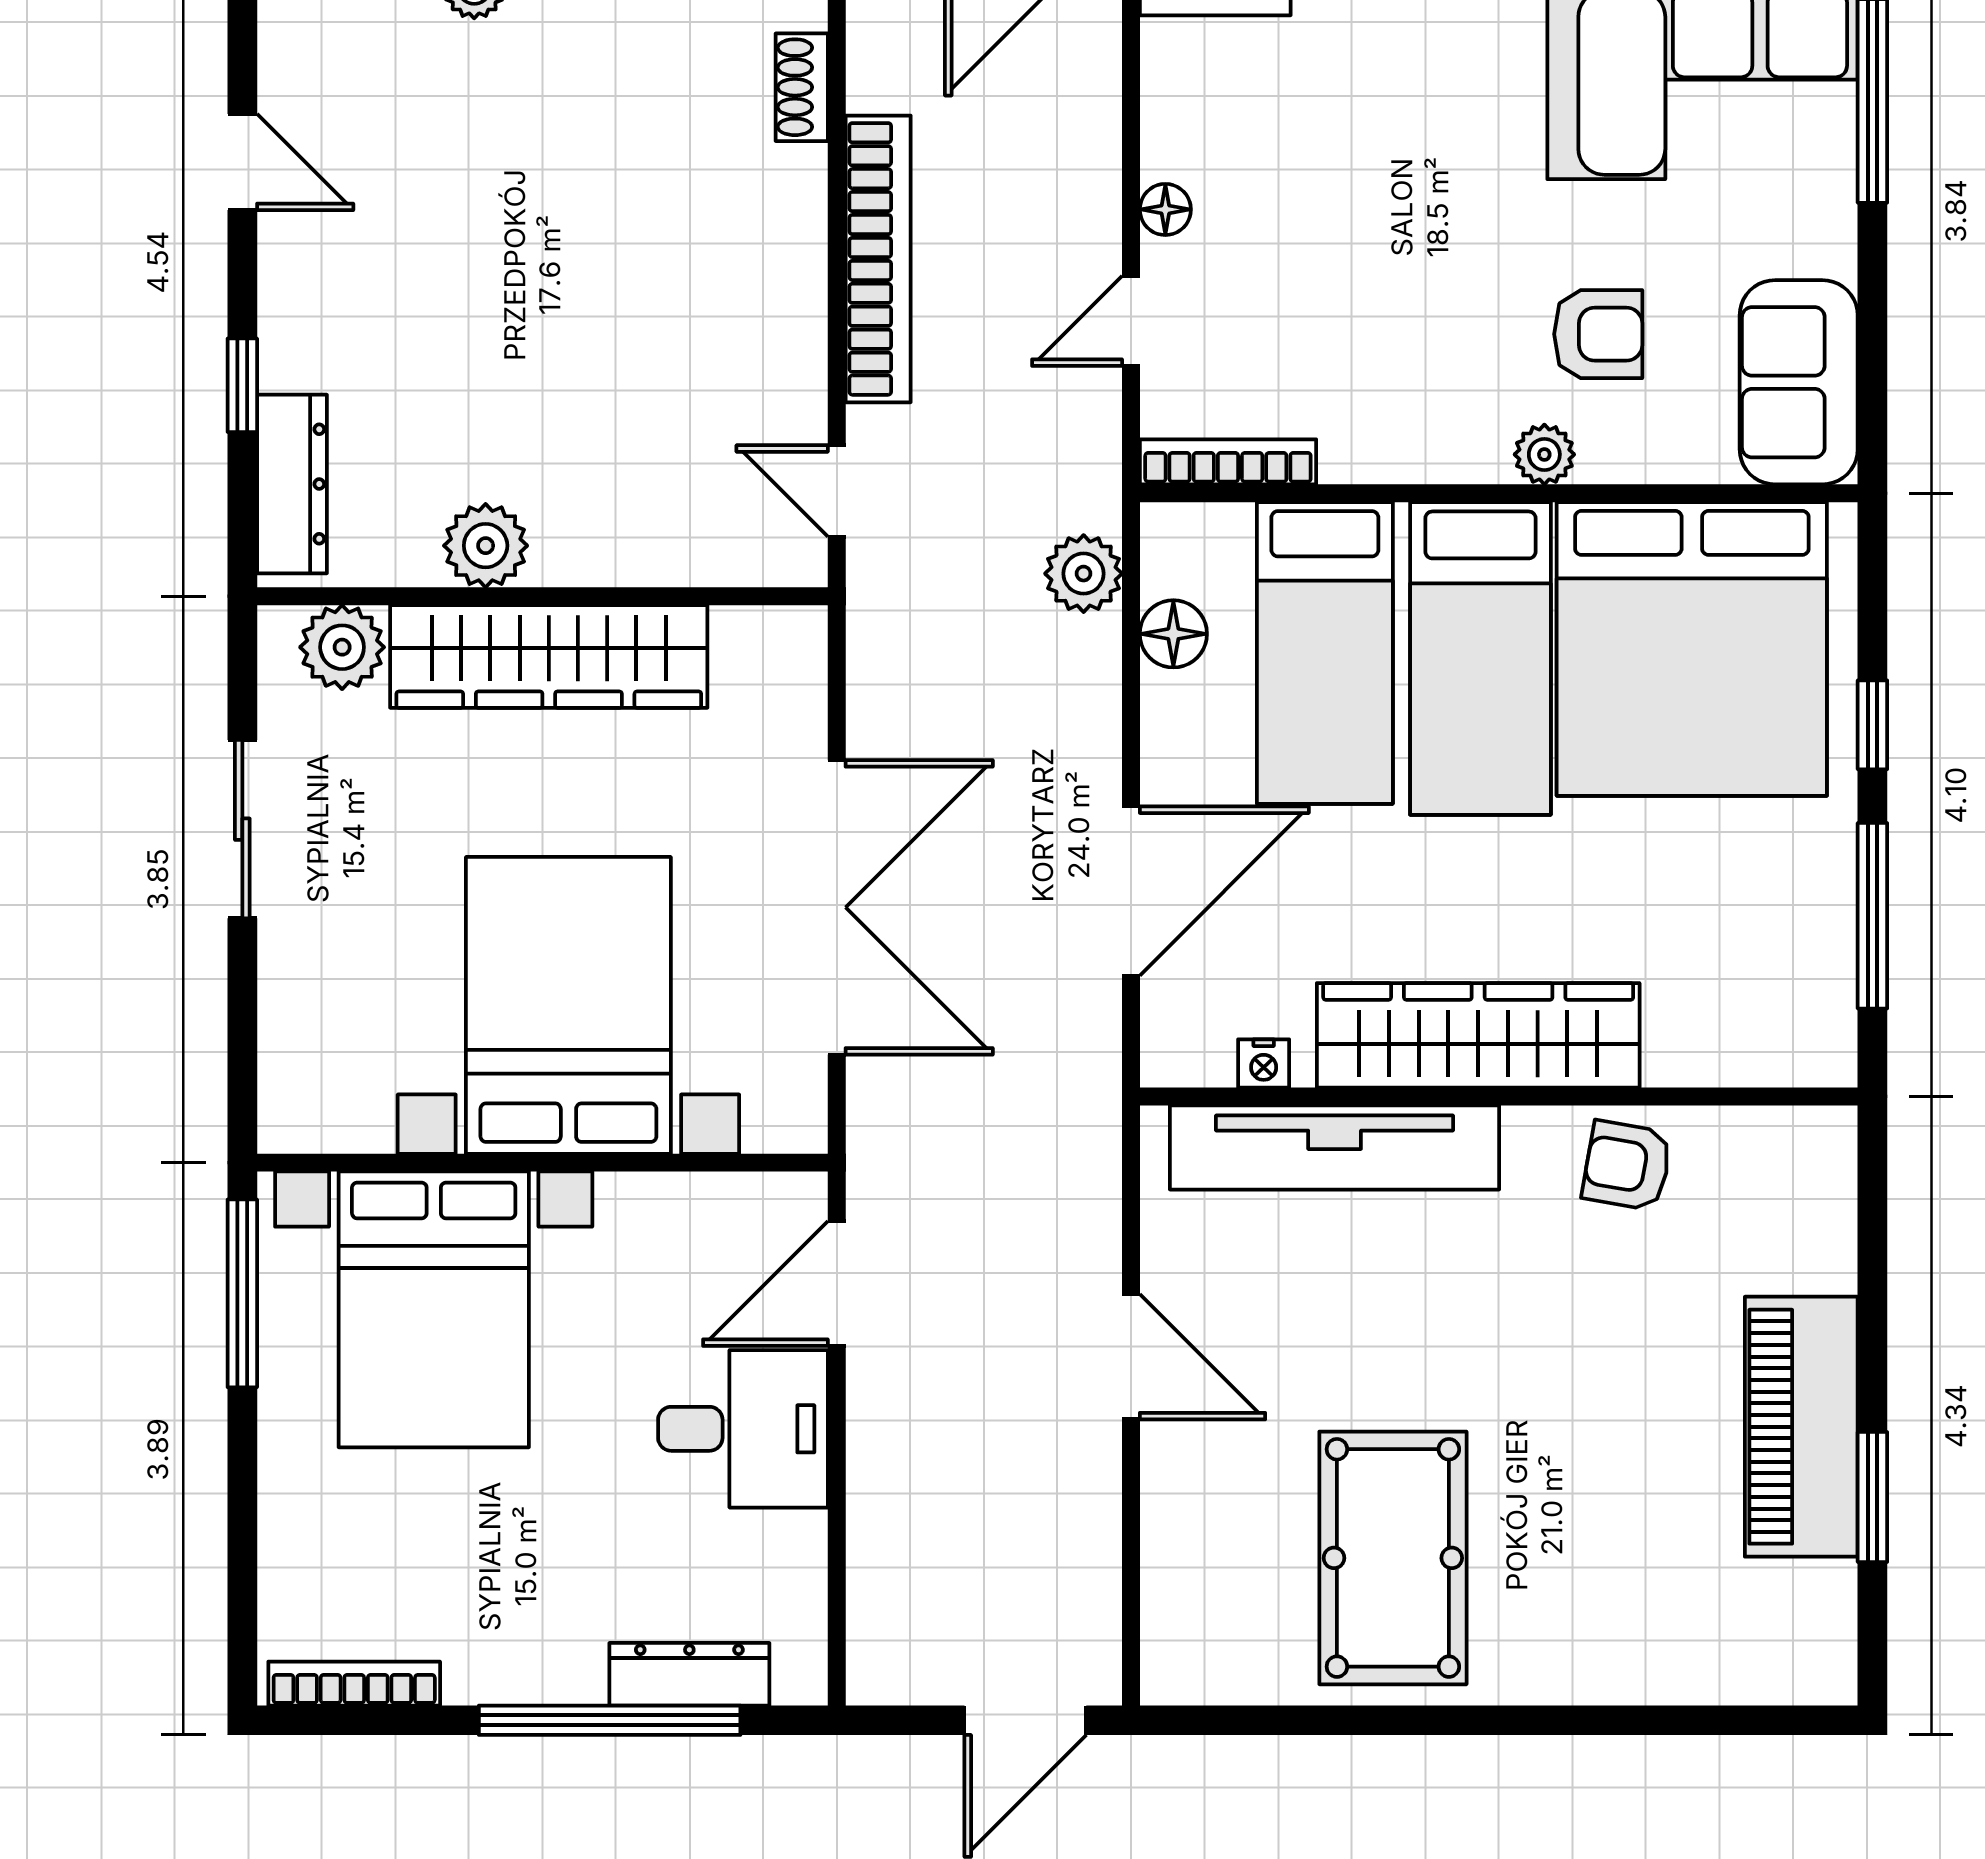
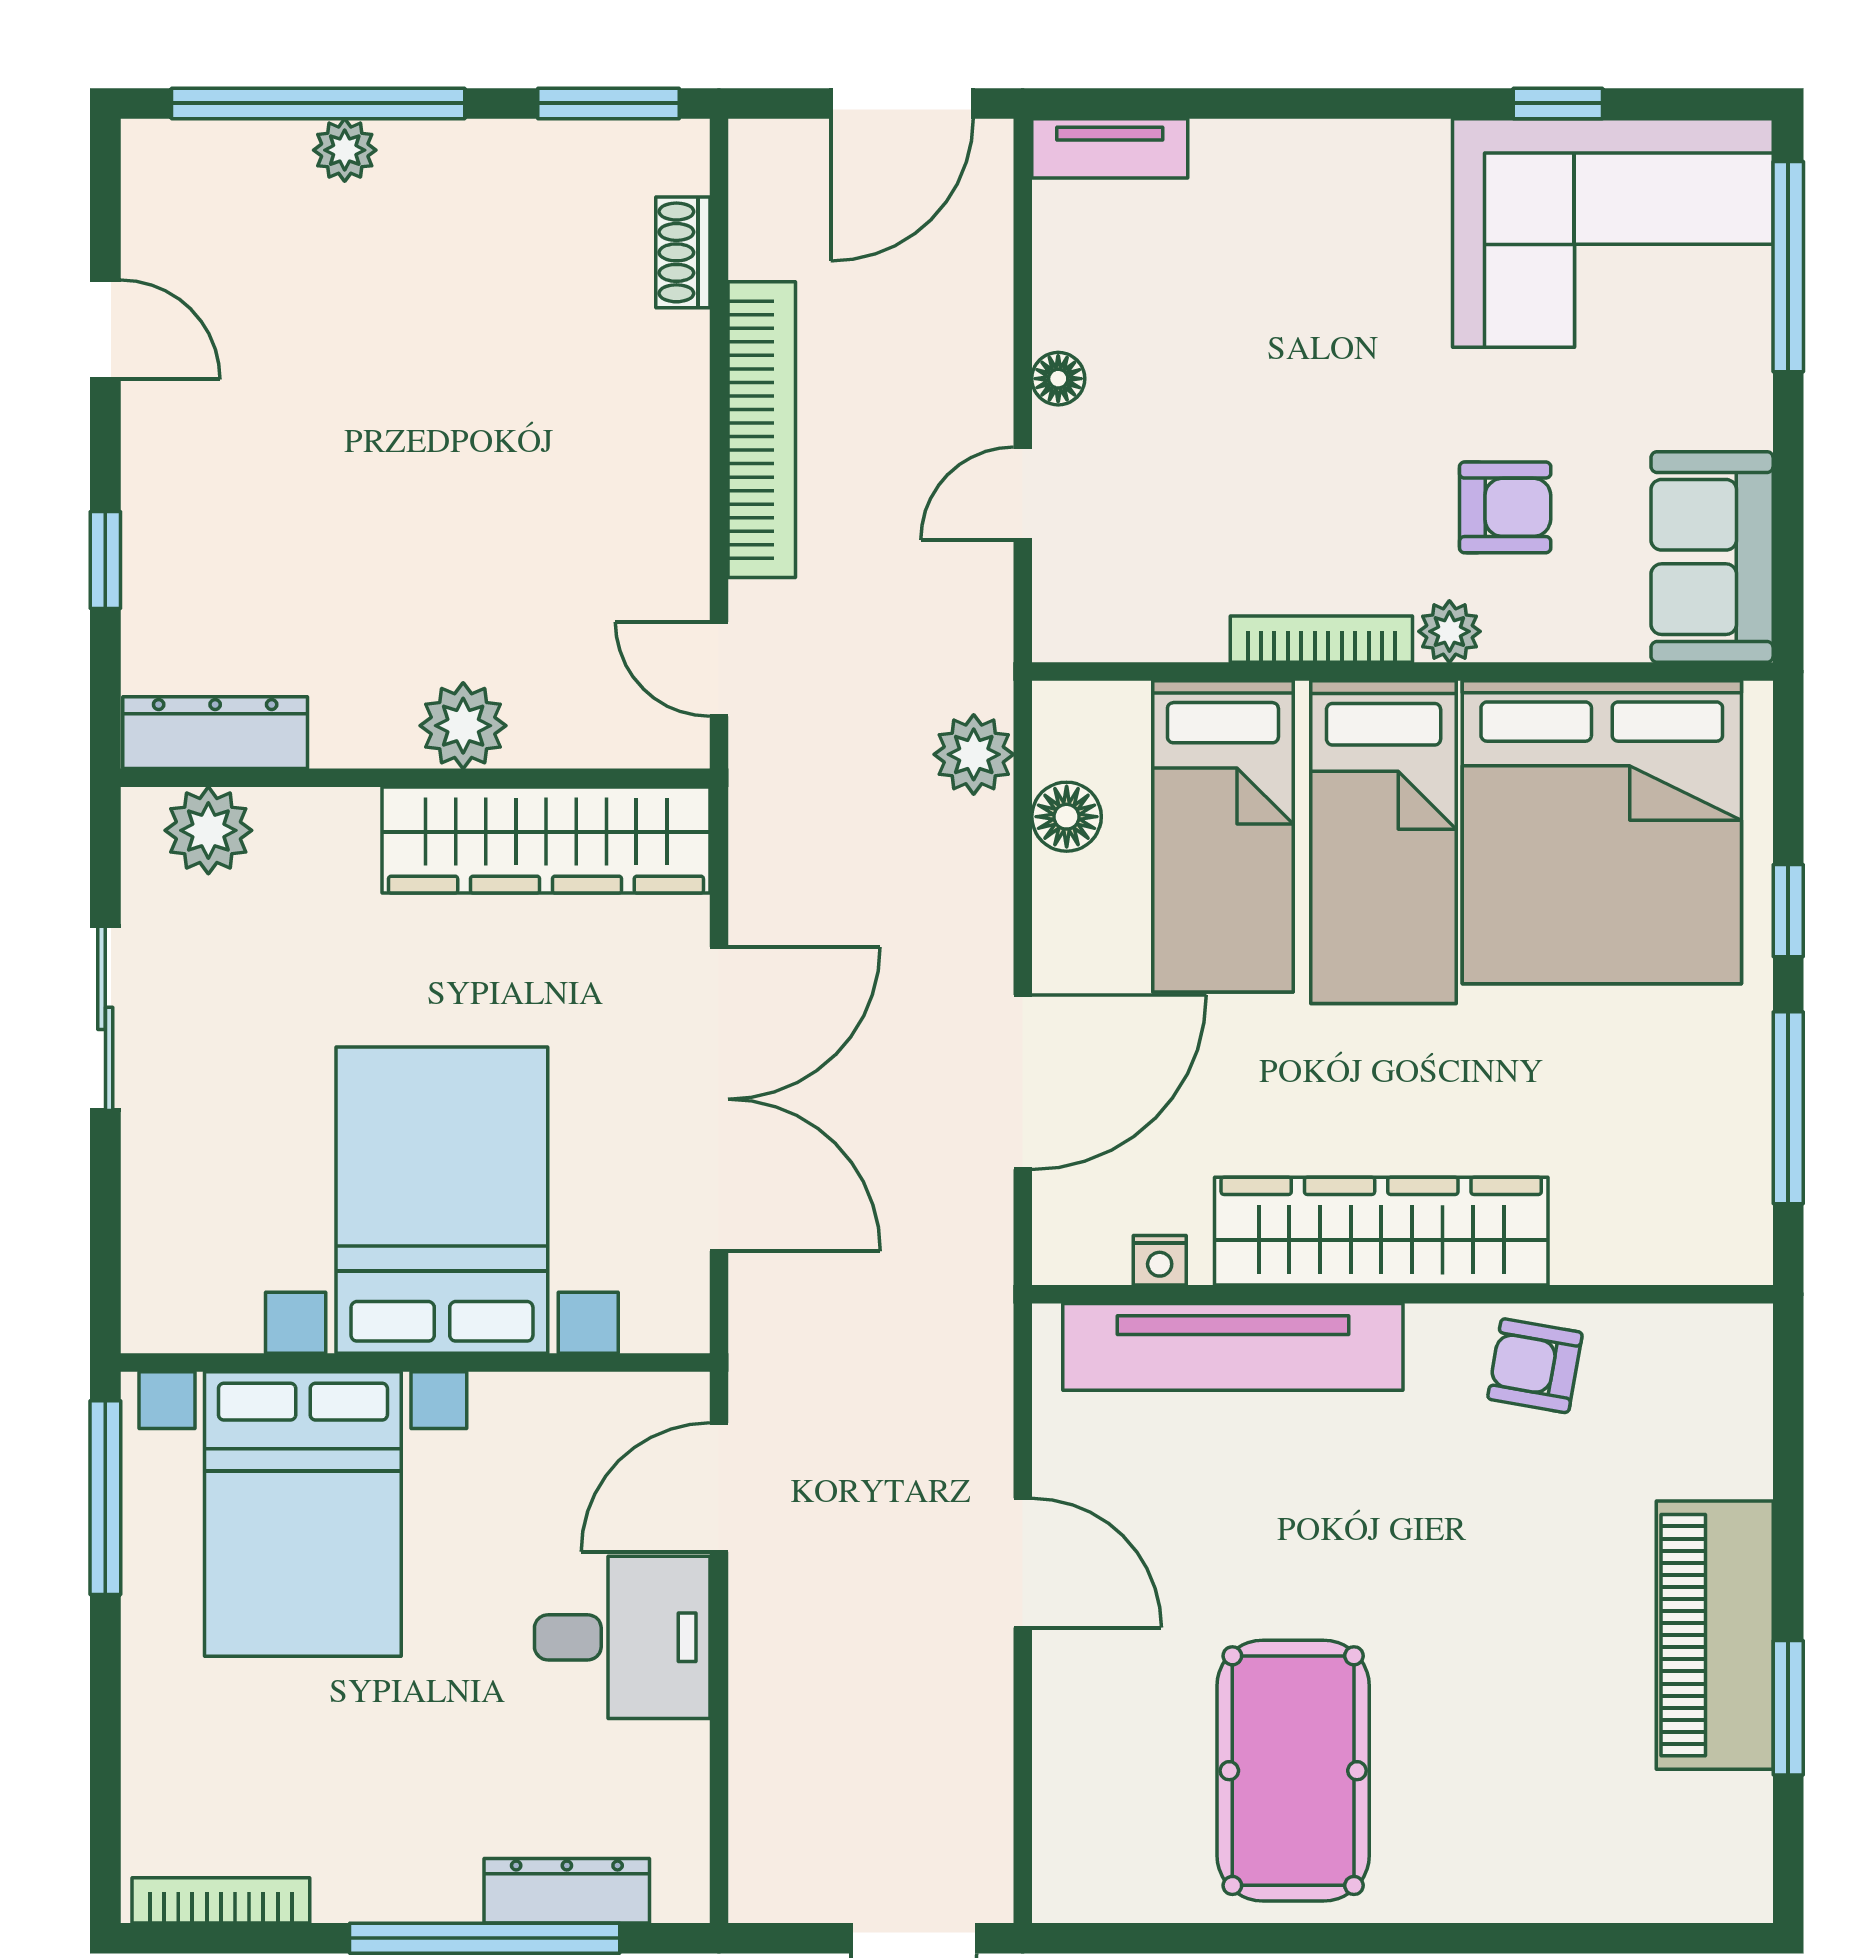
bookcase: (1228, 462) -> (1321, 639), moved
dresser: (292, 484) -> (215, 733), moved, turned -90
plant: (486, 546) -> (463, 726), moved
wardrobe: (549, 656) -> (546, 840), moved

